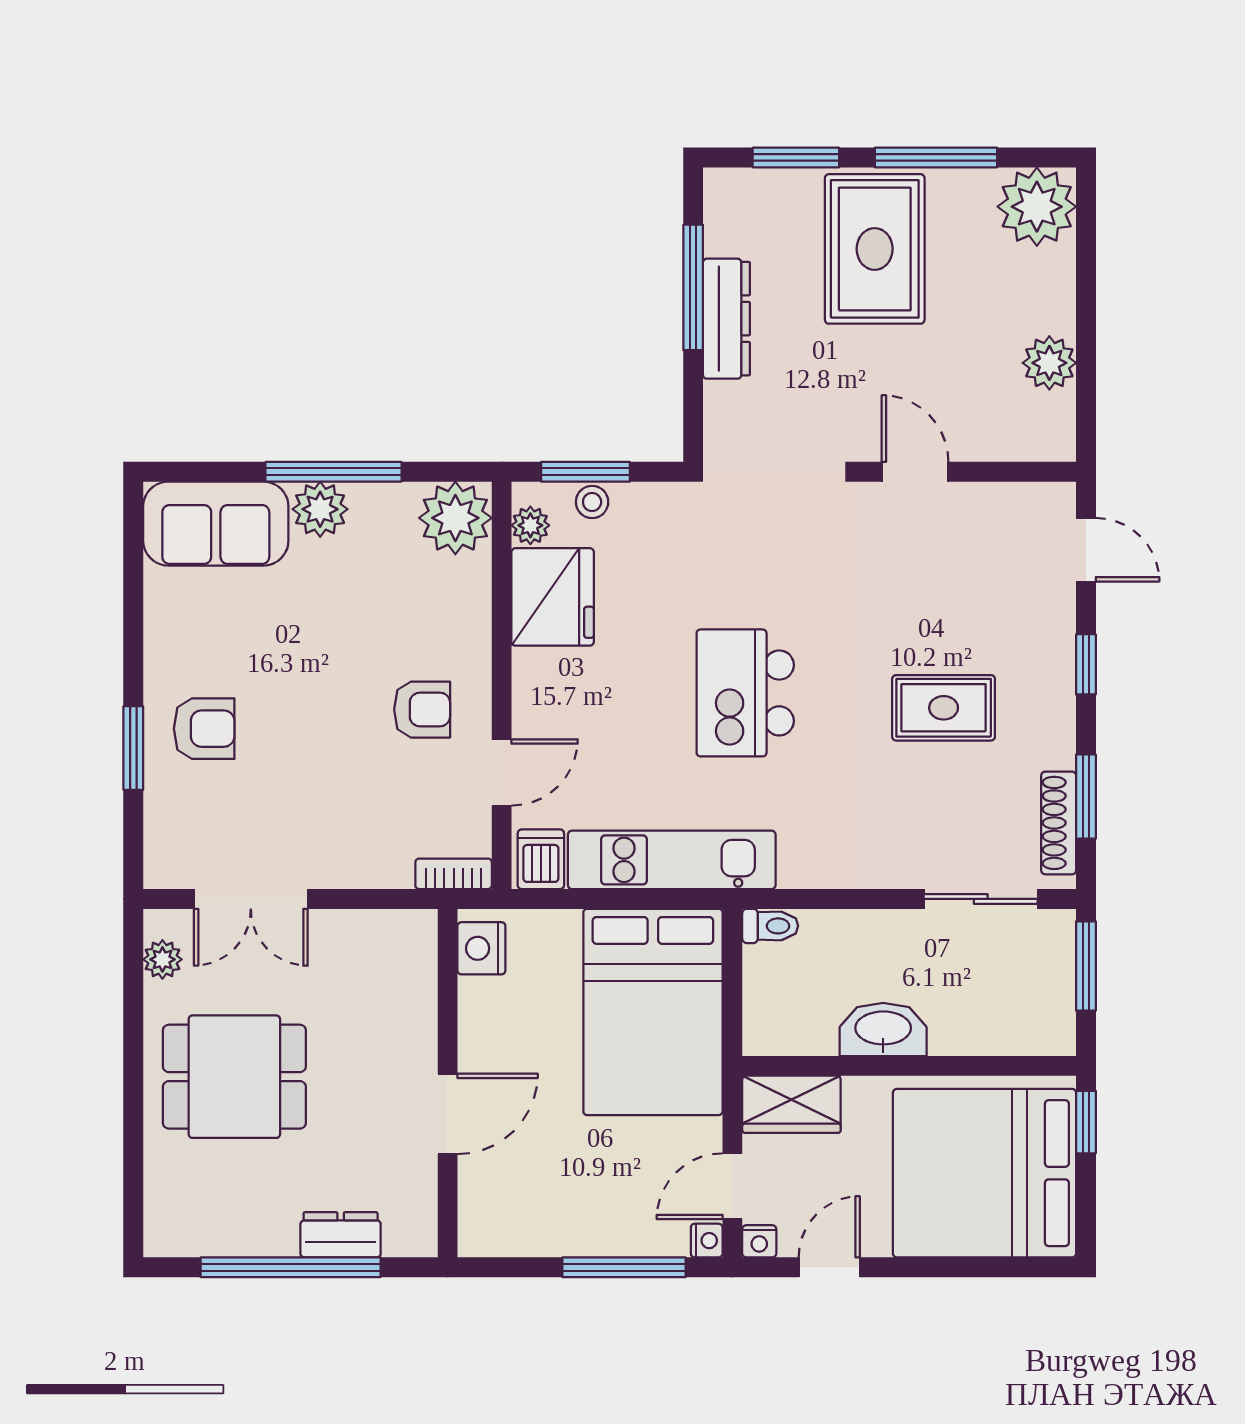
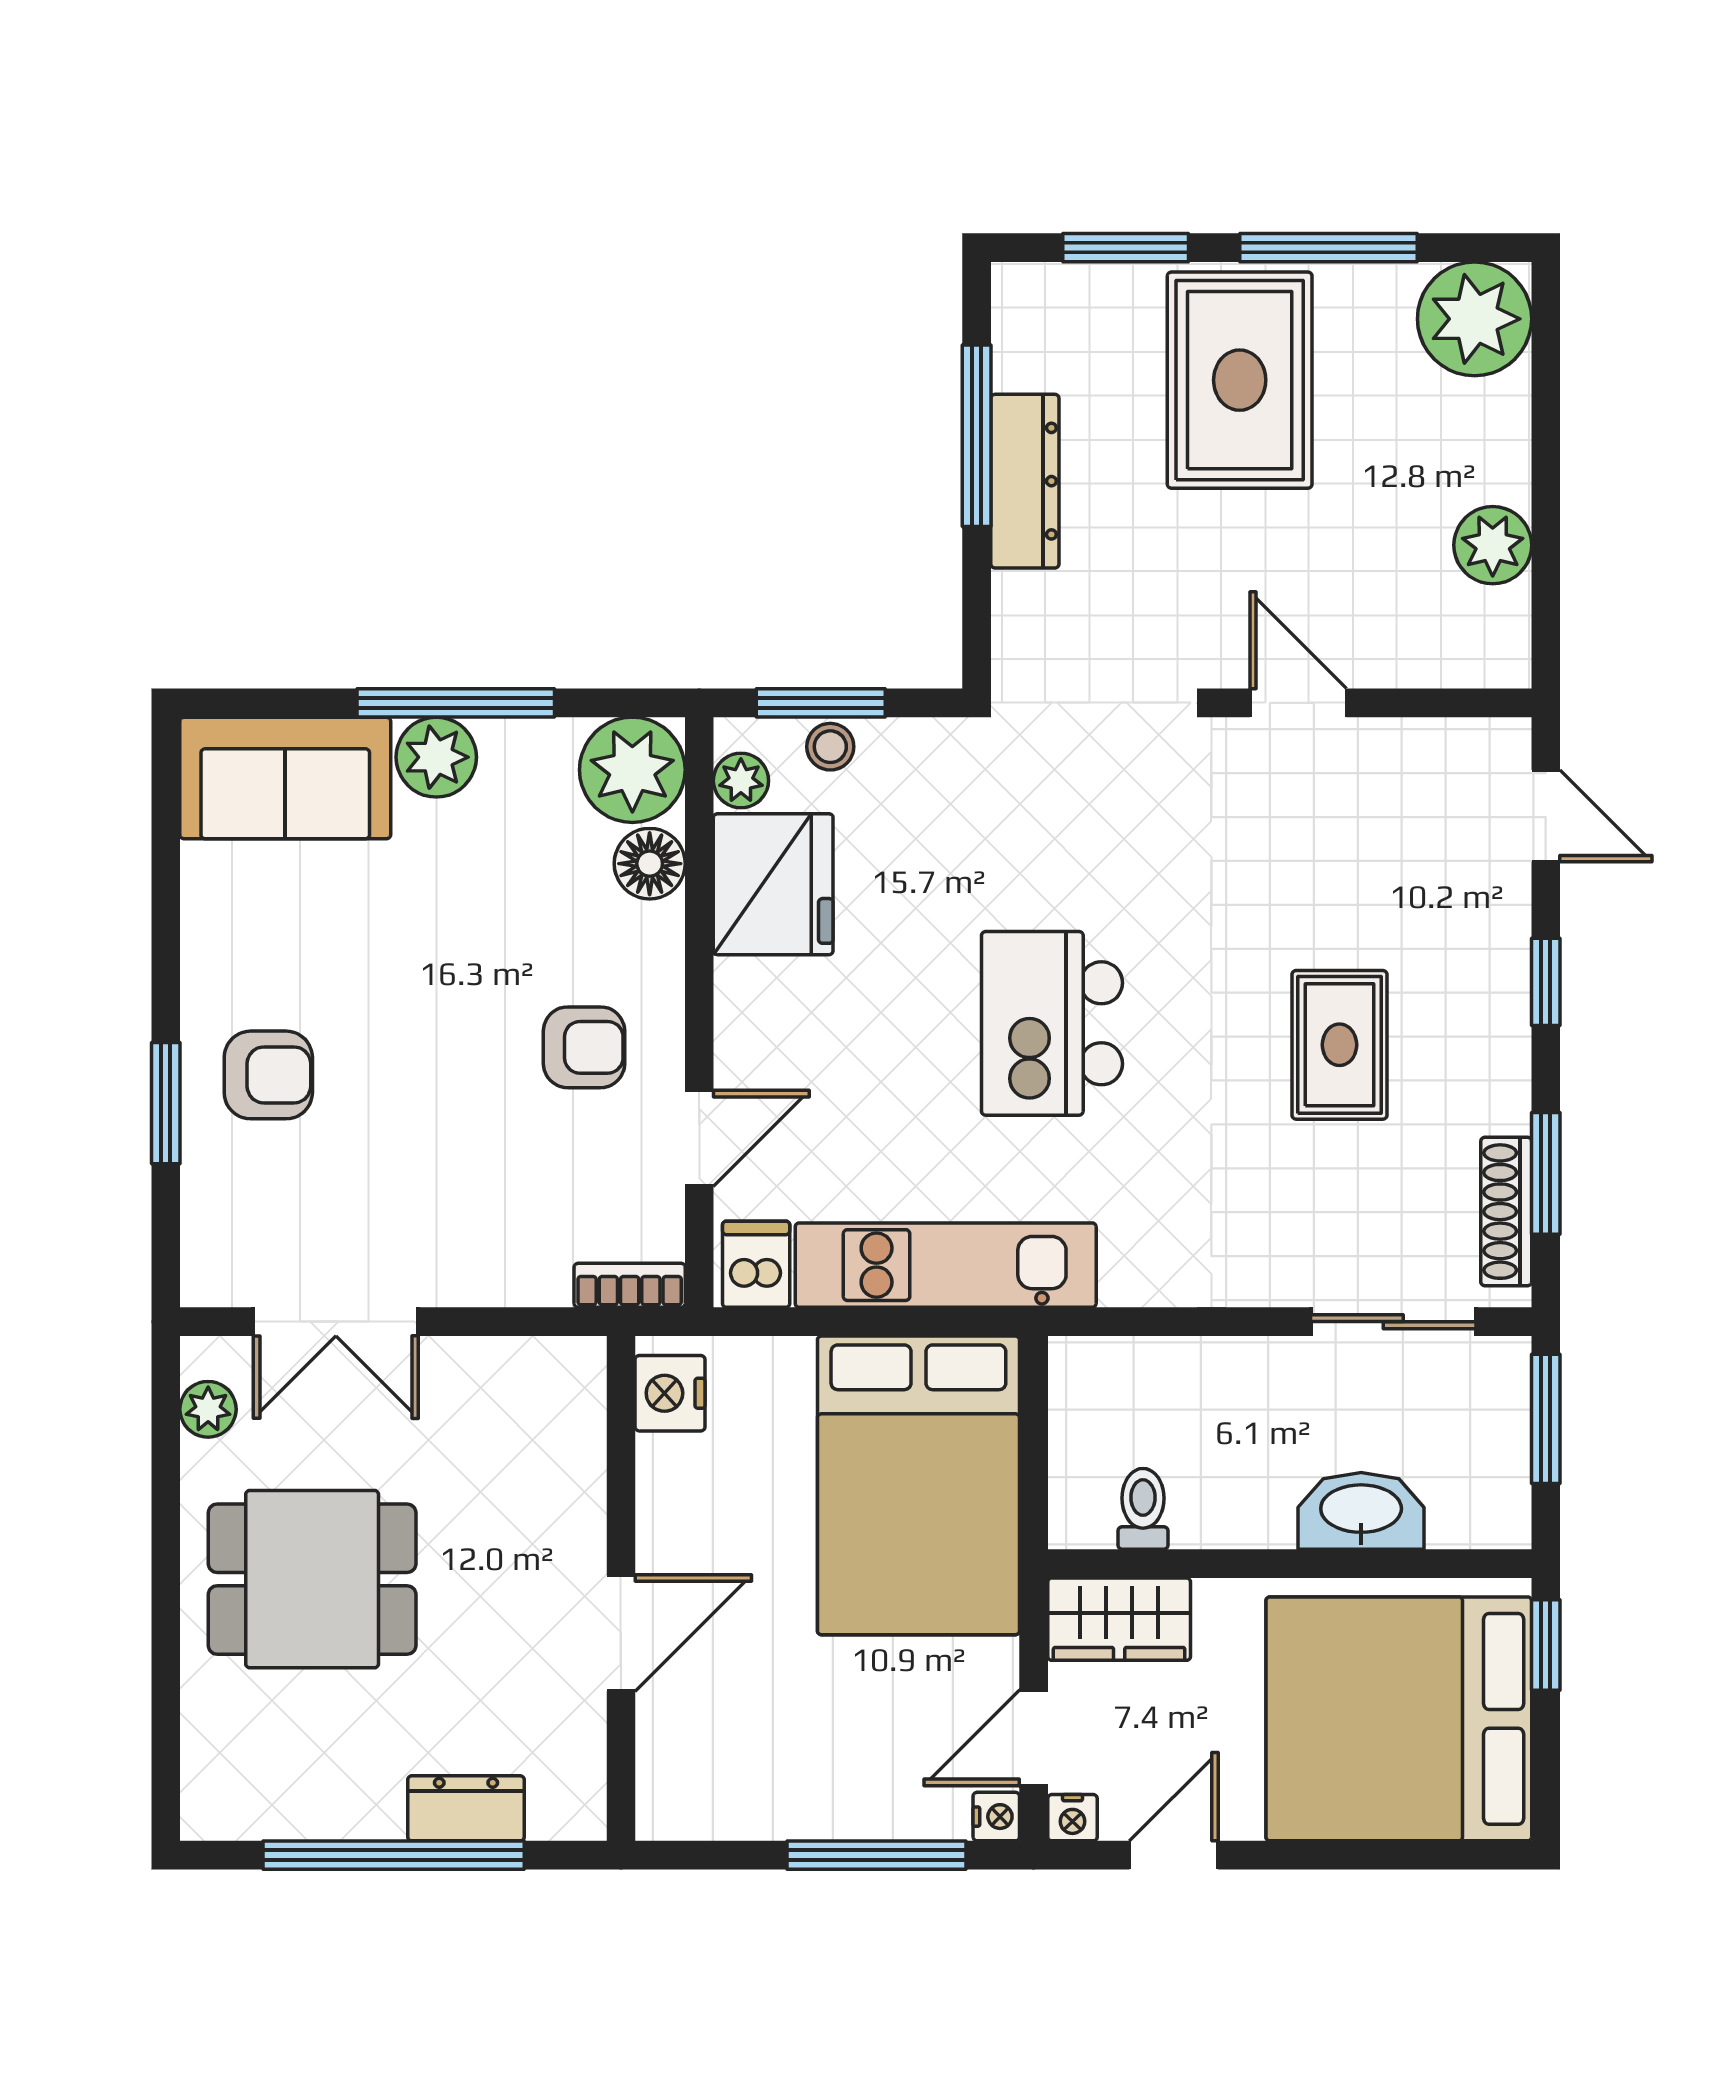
floor lamp: (467, 583) -> (650, 864), added
rug: (944, 708) -> (1339, 1045), turned 90
toilet: (770, 926) -> (1143, 1509), moved, turned -90
washbasin: (883, 1030) -> (1361, 1511), moved

